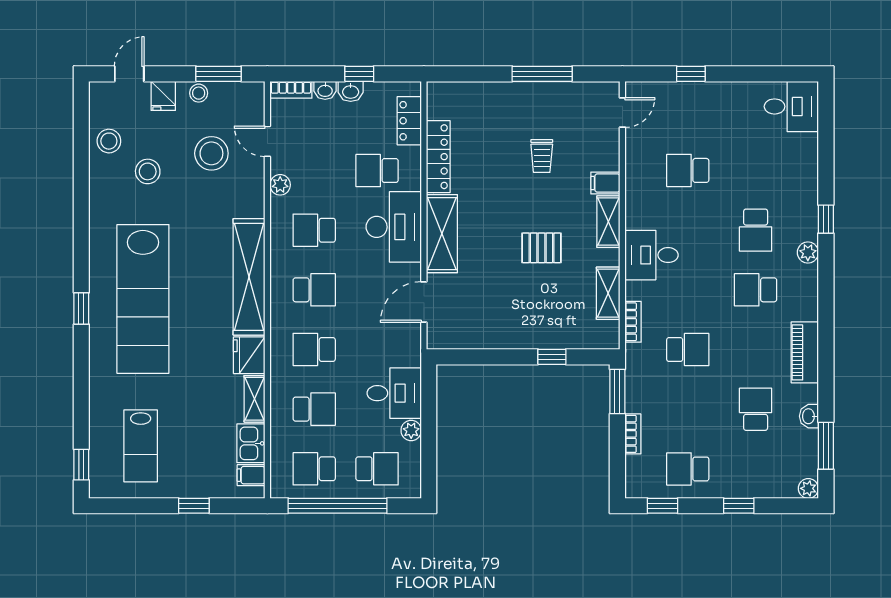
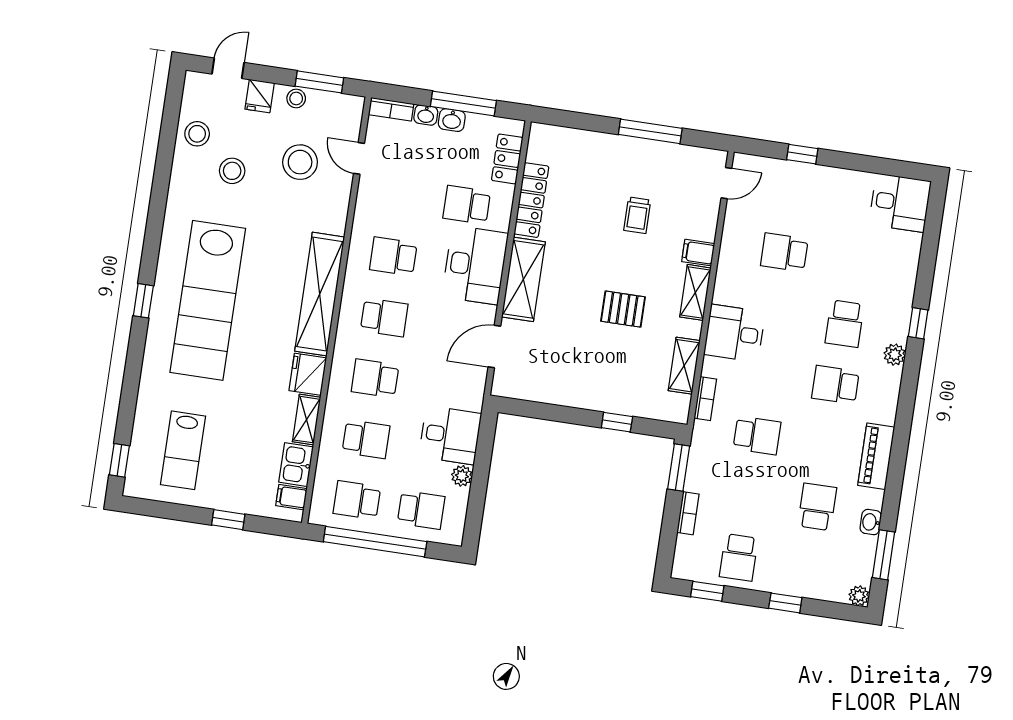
window: (359, 74) -> (463, 103), width x2.17
plant: (280, 185) -> (365, 205), removed
school desk: (688, 469) -> (739, 557), turned -90

